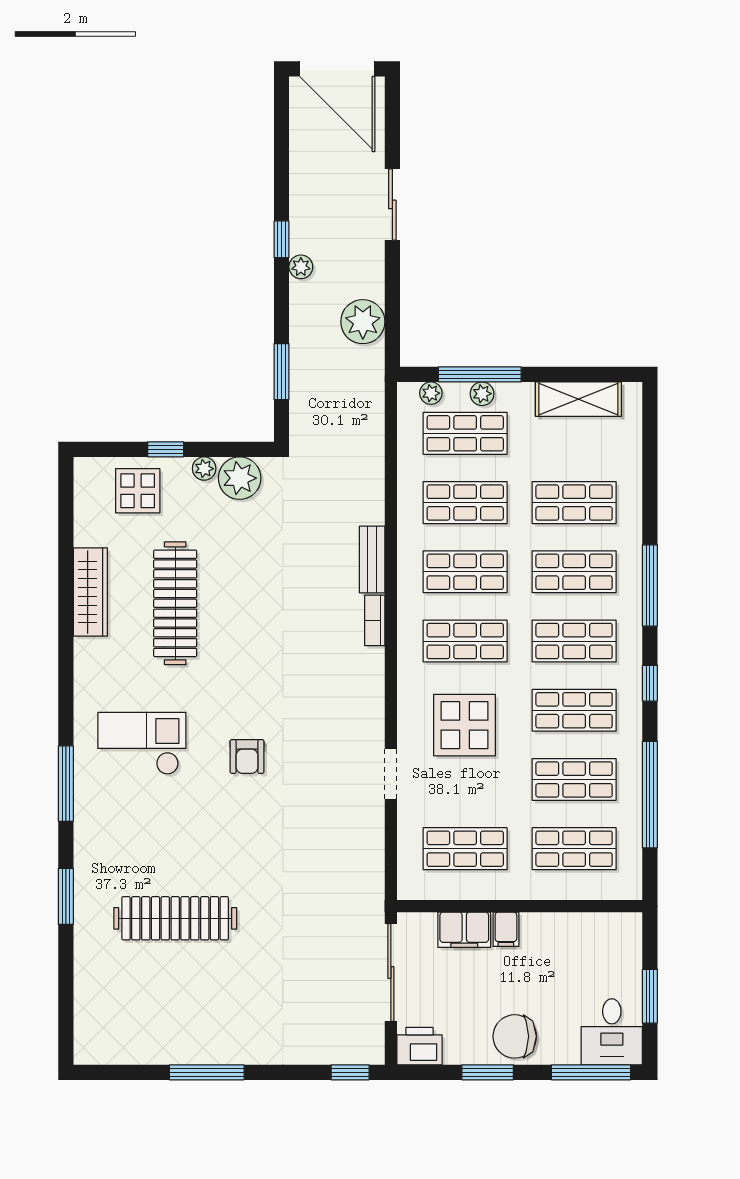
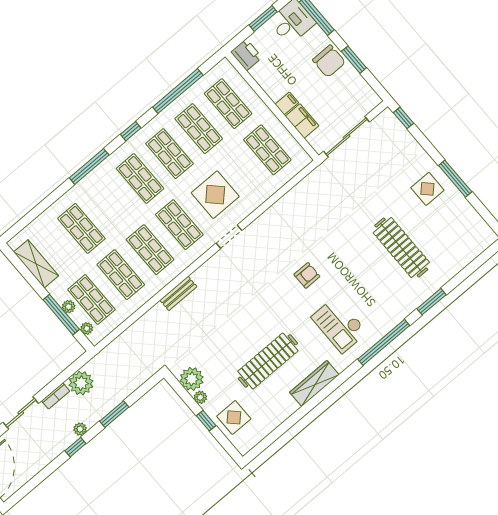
window: (282, 372) -> (114, 414), moved
shop shelf: (574, 572) -> (111, 203), removed
wardrobe: (90, 592) -> (314, 383), moved
bookcase: (375, 620) -> (56, 396), moved
doorway: (391, 774) -> (229, 237), moved
window: (66, 784) -> (384, 342), width x1.46
display table: (225, 1022) -> (427, 189), added
printer: (419, 1046) -> (246, 55), moved, turned 180

